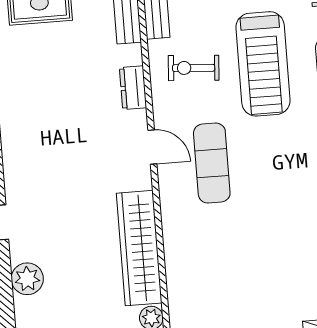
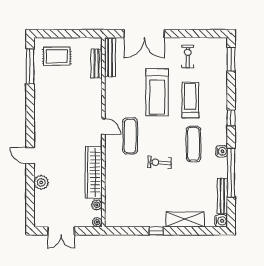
exercise bike: (194, 68) -> (160, 162), moved
dresser: (133, 88) -> (97, 99), removed

